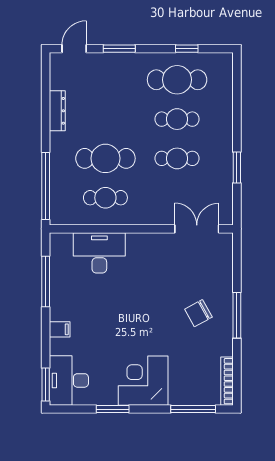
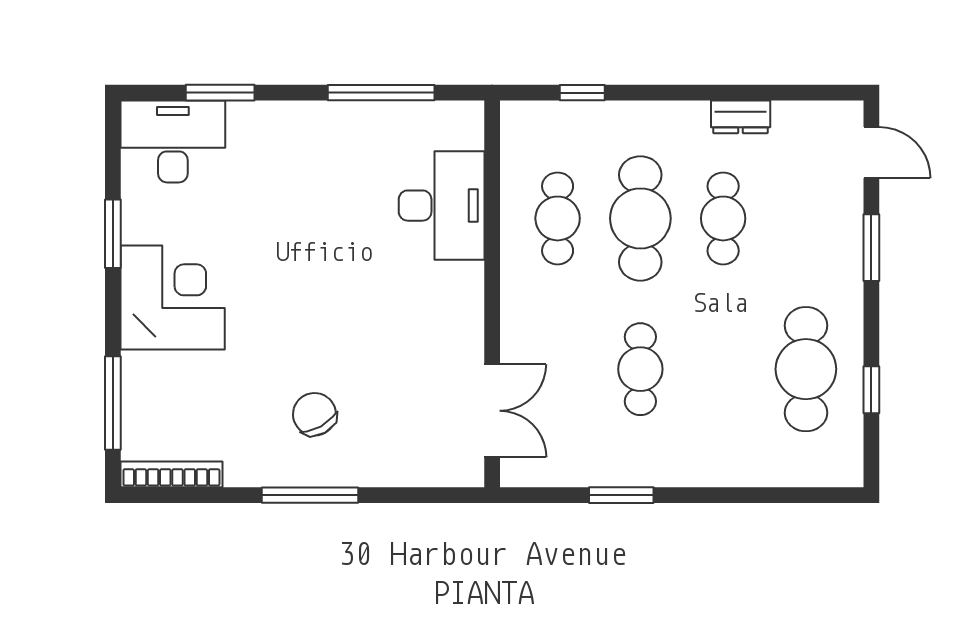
dresser: (57, 111) -> (741, 117), width x0.70
cafe table: (177, 119) -> (723, 218), moved
window: (46, 186) -> (582, 93), width x0.32
filing cabinet: (60, 329) -> (280, 122), removed
window: (46, 385) -> (220, 93), moved

